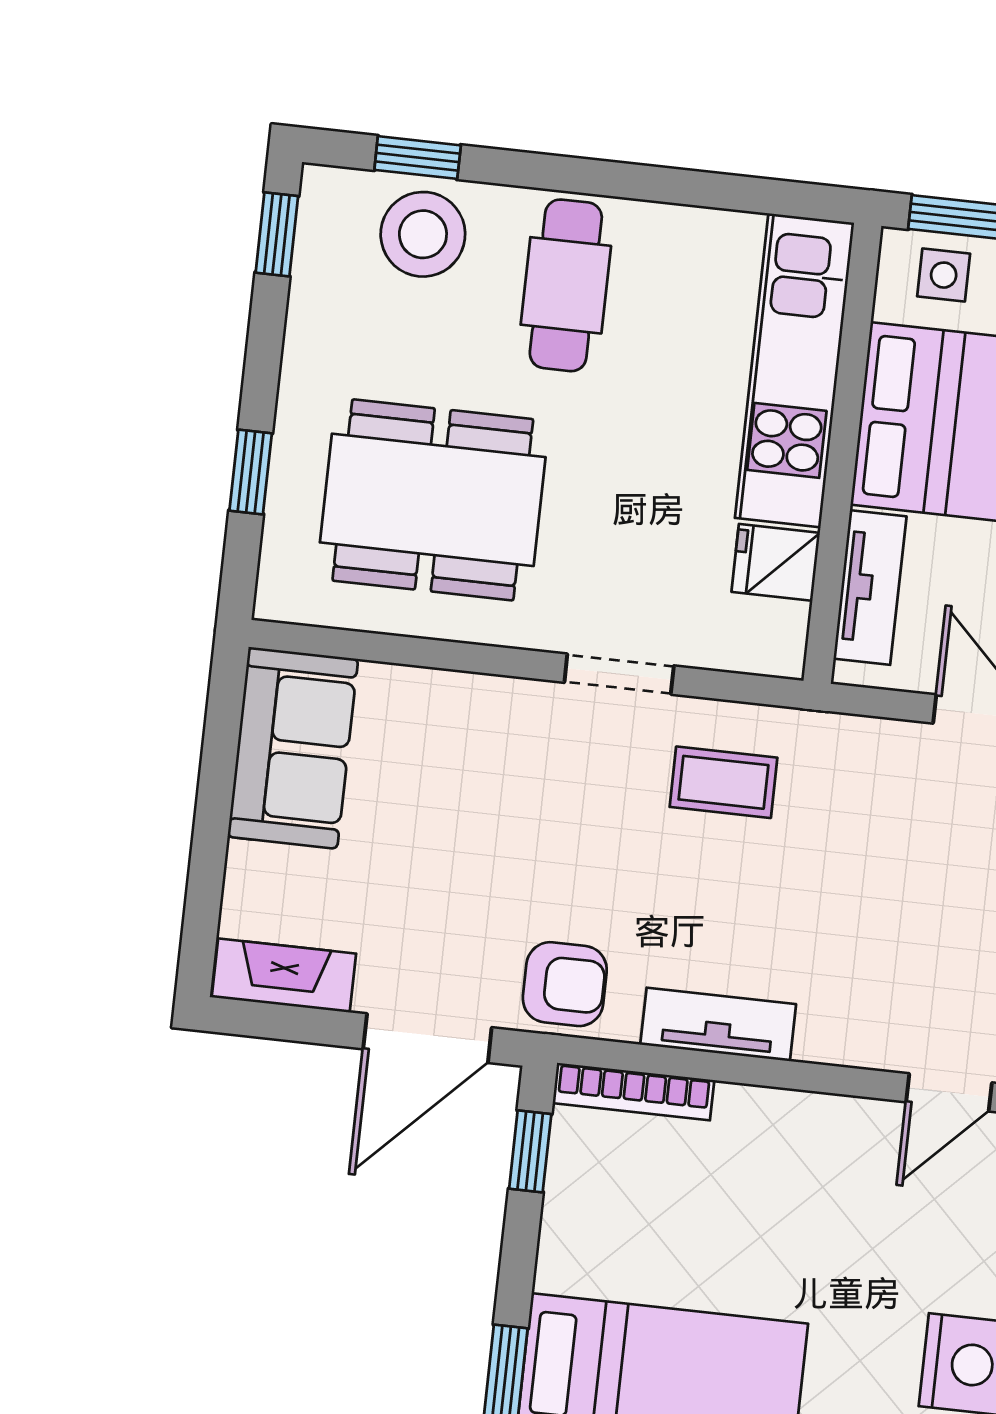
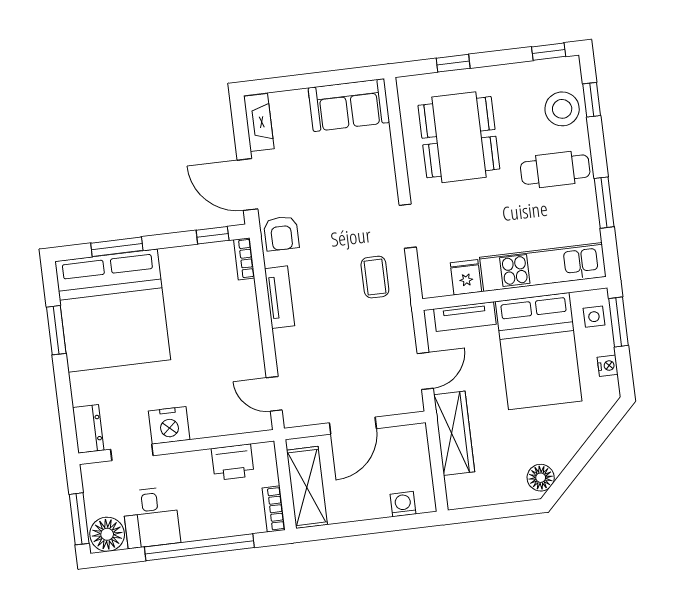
window: (673, 186) -> (604, 203), added
bookcase: (633, 1092) -> (244, 259), width x0.64

